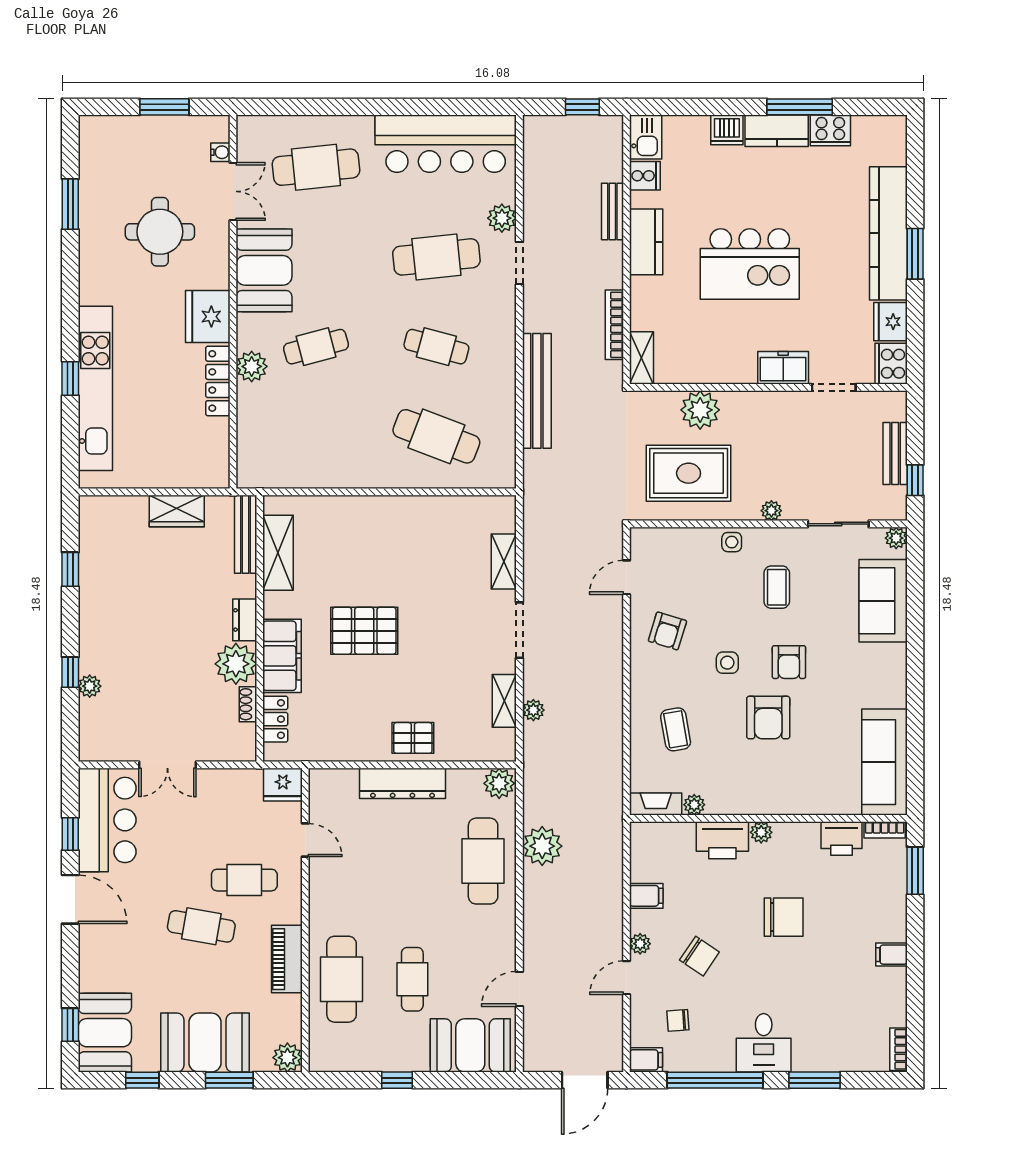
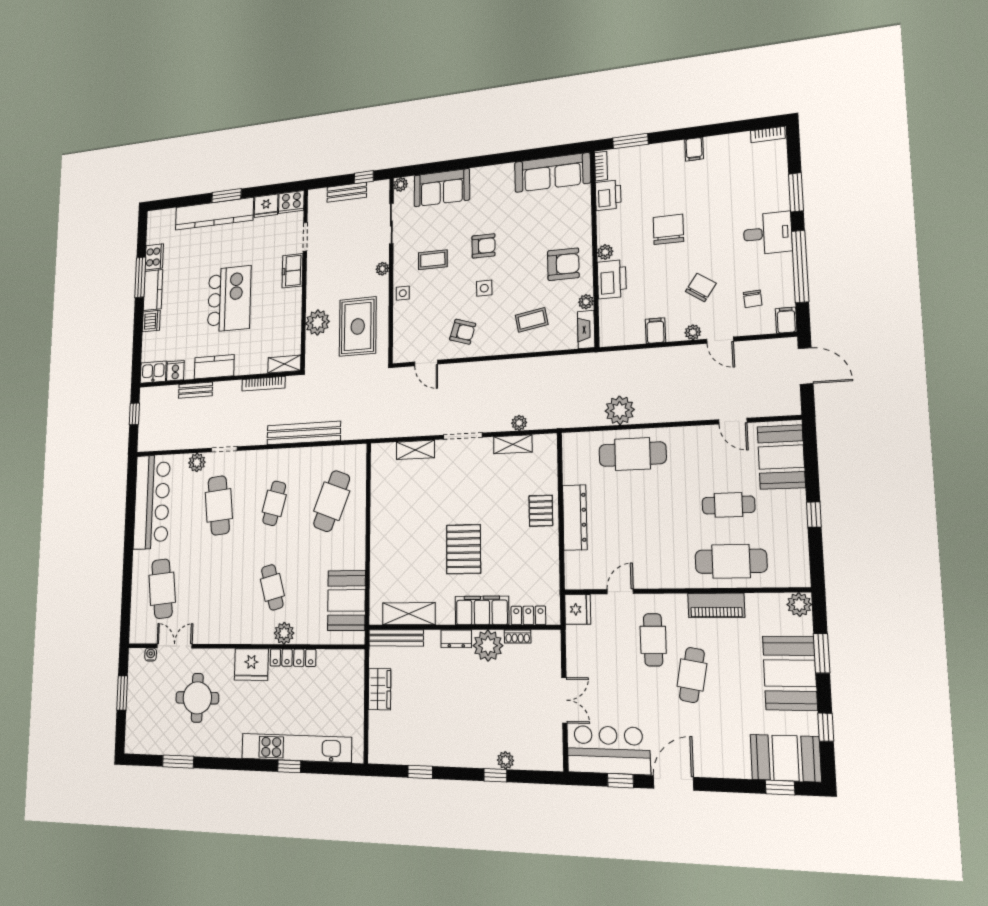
booth: (264, 270) -> (346, 600), moved, turned 90
armchair: (768, 718) -> (563, 264), moved
plant: (499, 783) -> (573, 445), removed

